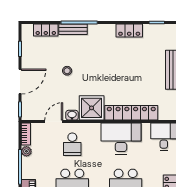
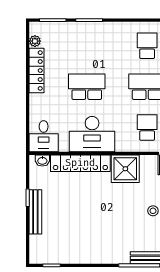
locker: (129, 30) -> (83, 256), removed
washbasin: (72, 115) -> (42, 161), moved

